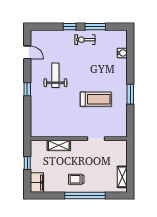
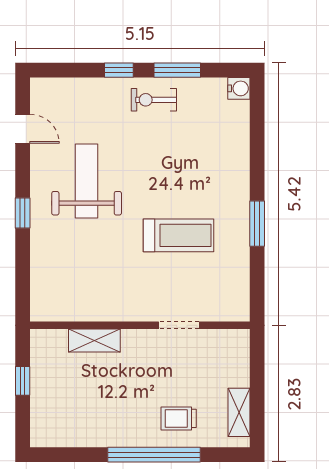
water cooler: (122, 53) -> (239, 88), moved
weight bench: (55, 75) -> (87, 181), width x1.36, depth x1.33
trolley: (76, 179) -> (179, 418), moved
filing cabinet: (37, 182) -> (45, 425), removed

